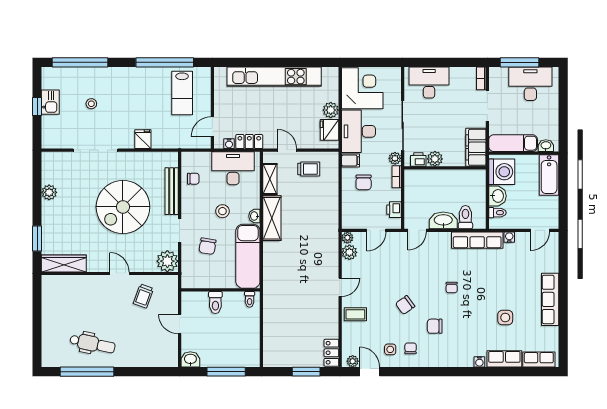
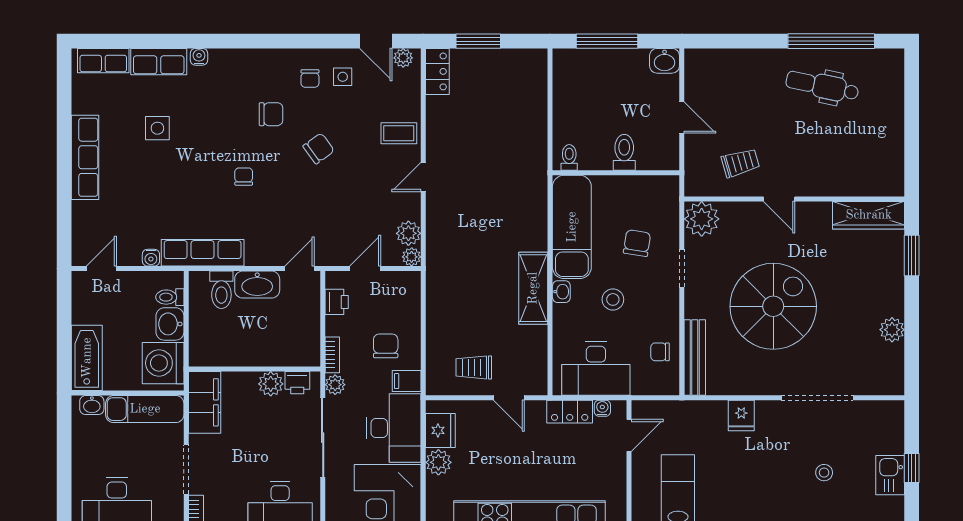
shelving: (270, 179) -> (536, 351), removed
bench: (172, 191) -> (695, 358), moved
trolley: (143, 296) -> (740, 163), turned 54

